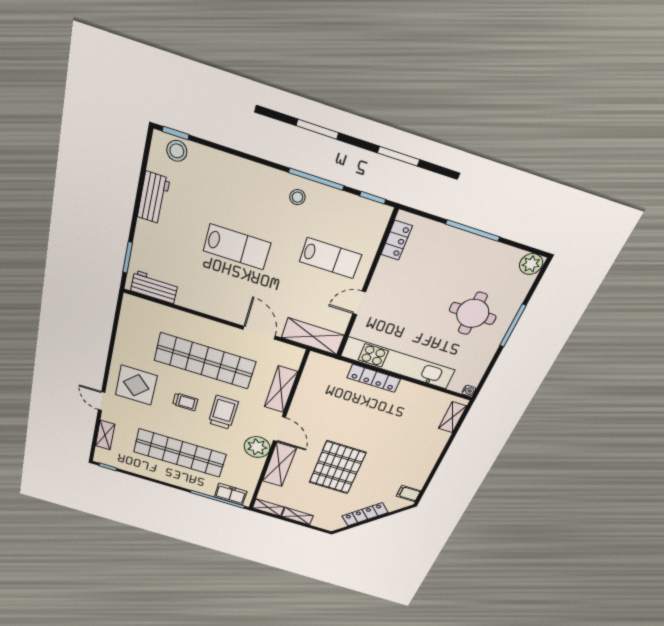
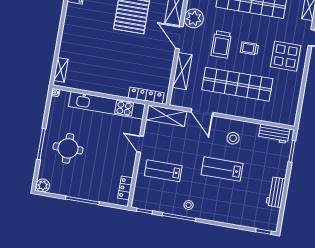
stool: (177, 151) -> (233, 138), moved
door: (359, 303) -> (140, 144), swing flipped
locker: (374, 378) -> (146, 95), moved

